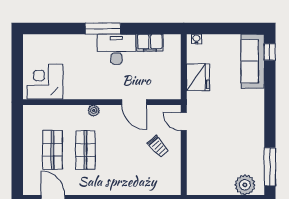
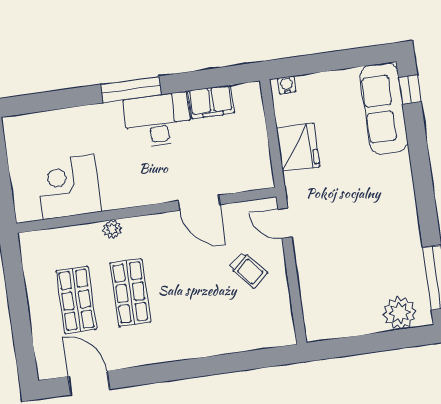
corner desk: (45, 82) -> (69, 187), moved
plant: (94, 110) -> (112, 229), moved

